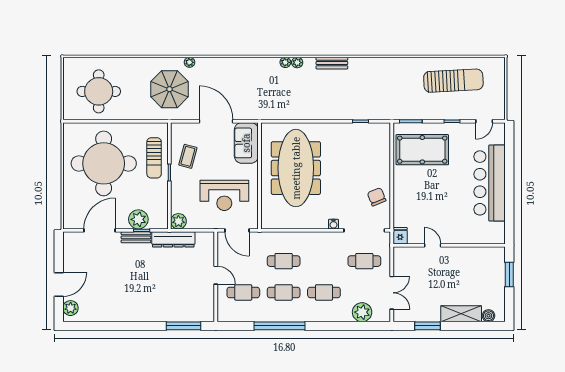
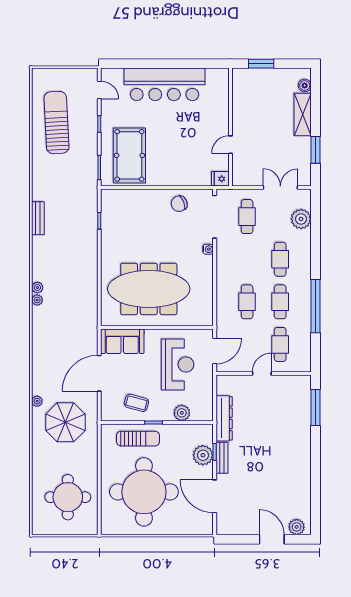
bench: (332, 63) -> (38, 218), moved
plant: (178, 221) -> (182, 413), moved

